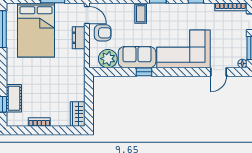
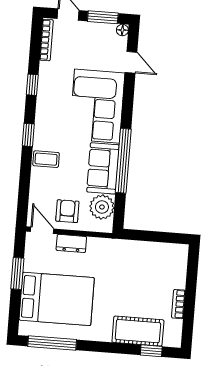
door: (87, 15) -> (42, 230), hinge flipped
window: (144, 72) -> (123, 161), width x3.17
cot: (14, 98) -> (138, 331), width x1.37, depth x1.34
wardrobe: (78, 114) -> (172, 253), removed

